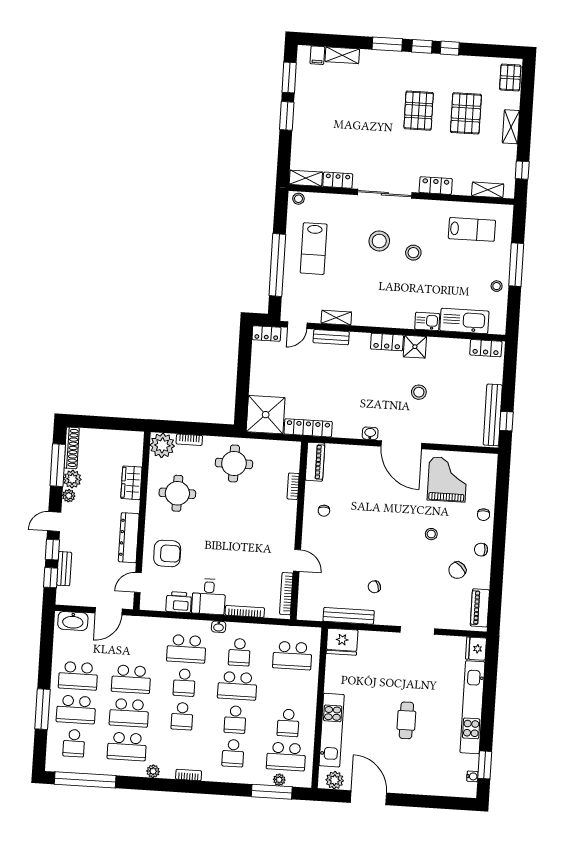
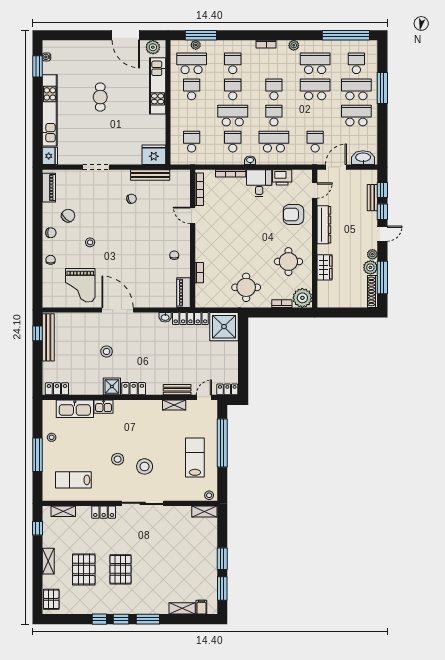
locker: (338, 180) -> (180, 512), removed
washbasin: (370, 433) -> (165, 317), moved
school desk: (292, 656) -> (192, 142), width x0.54
school desk: (131, 679) -> (315, 142), moved, width x0.54

